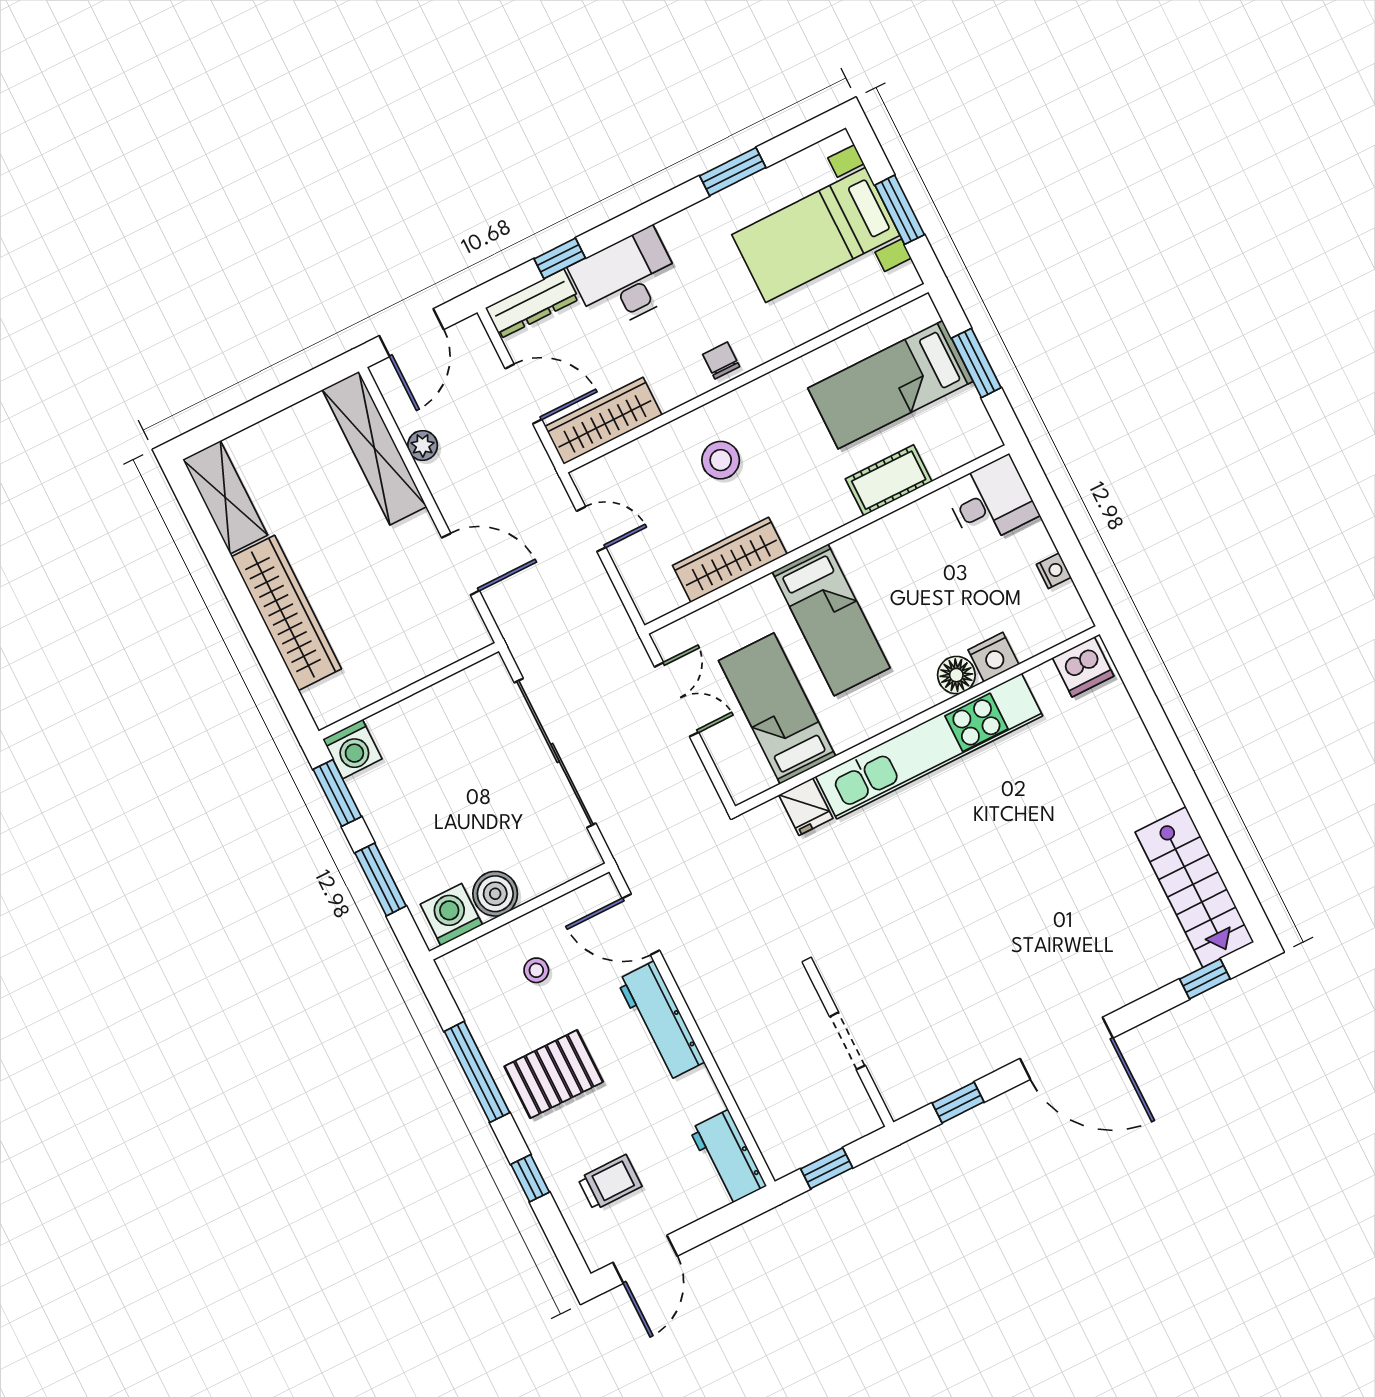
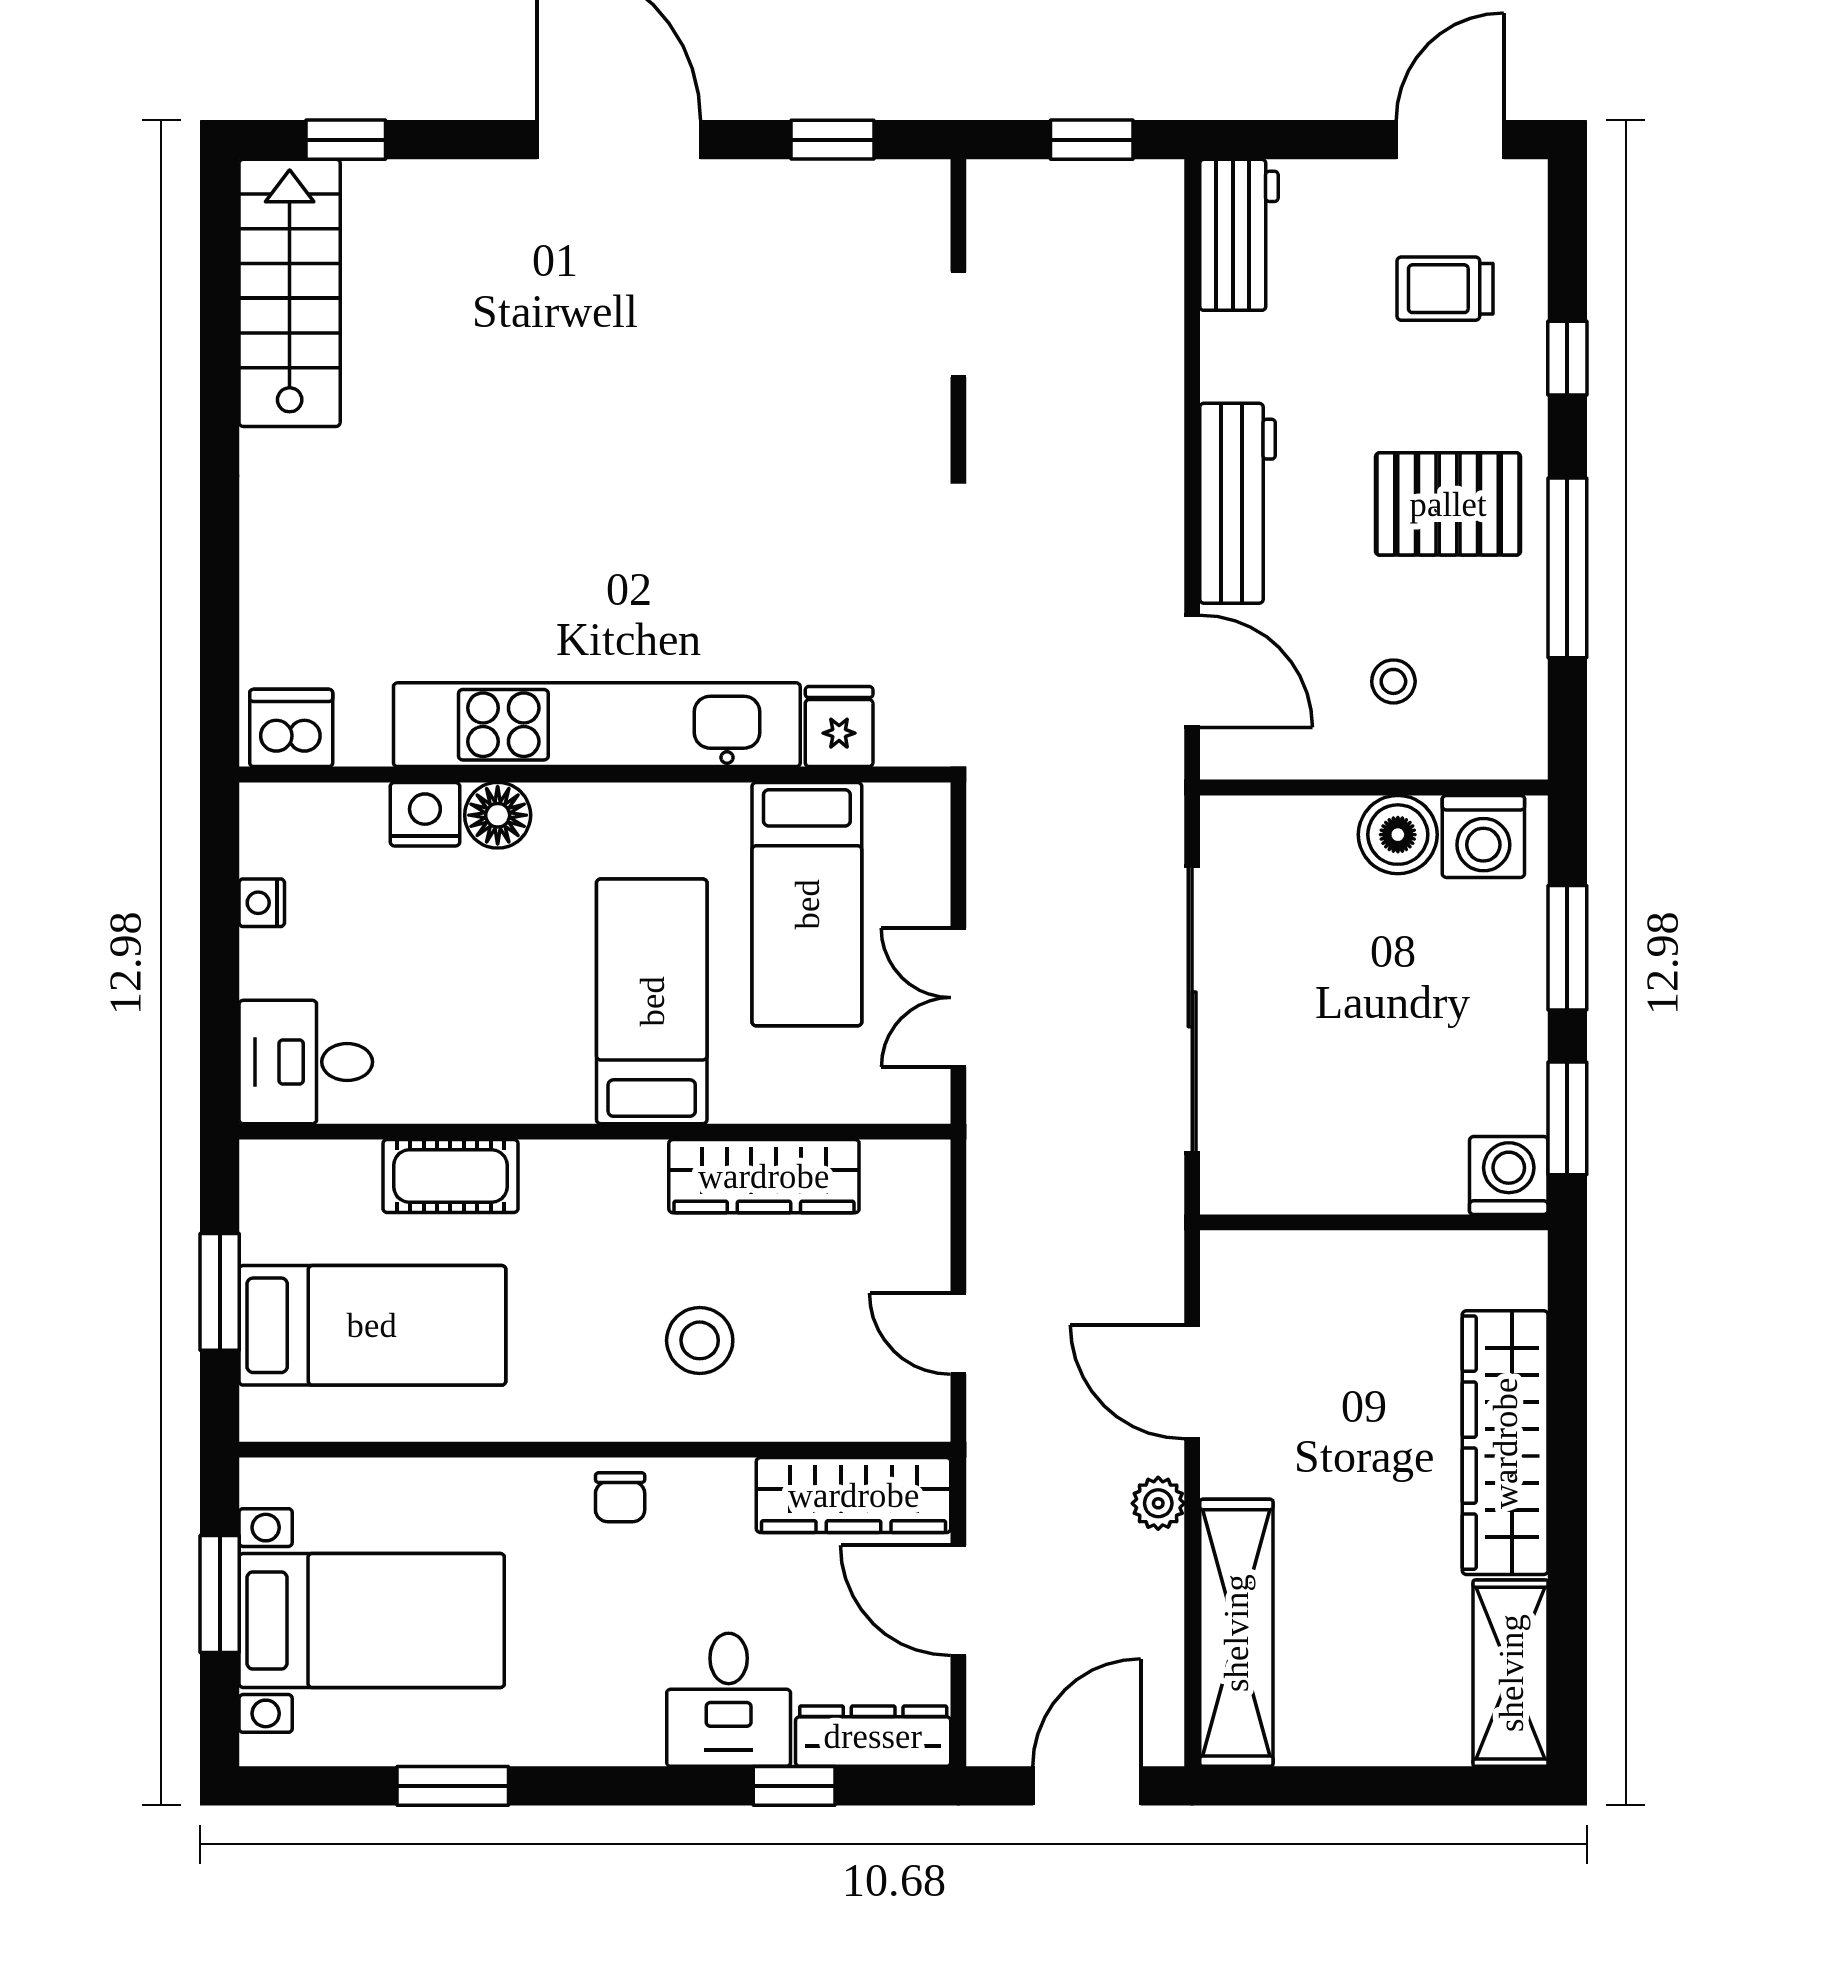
desk: (626, 280) -> (729, 1700), width x0.73
plant: (423, 445) -> (1158, 1503), moved

